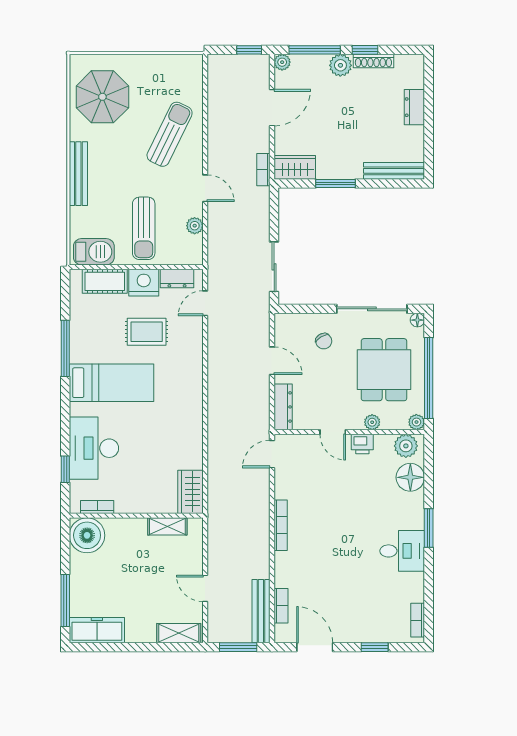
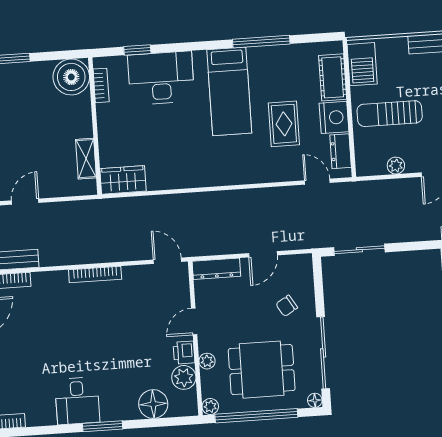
plant: (406, 446) -> (184, 377), moved

